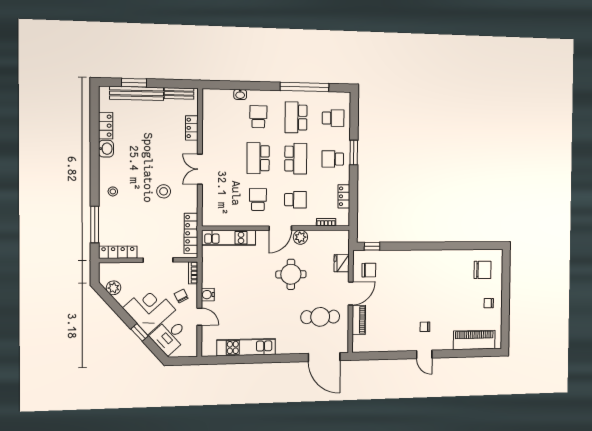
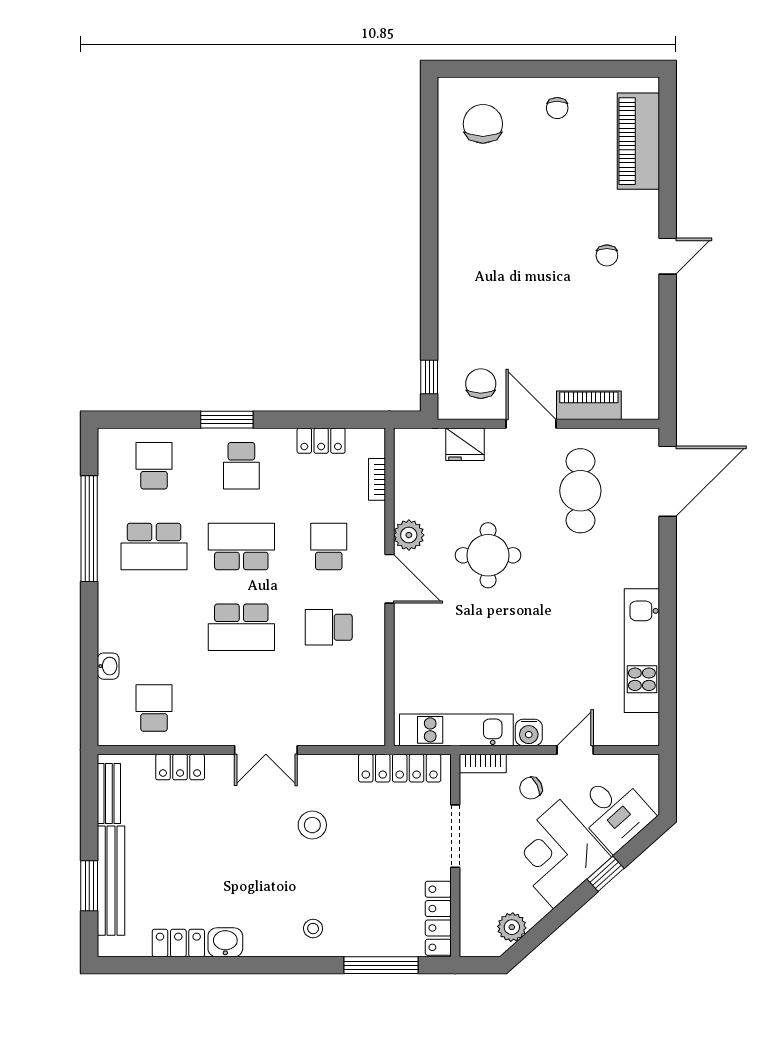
school desk: (258, 117) -> (154, 708), moved, turned 90
kitchen unit: (229, 238) -> (456, 730), moved, turned -90

